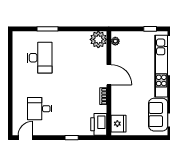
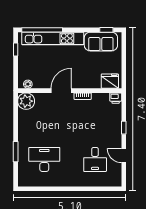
printer: (99, 124) -> (116, 98), width x0.53, depth x0.68
door: (25, 138) -> (124, 156), moved

